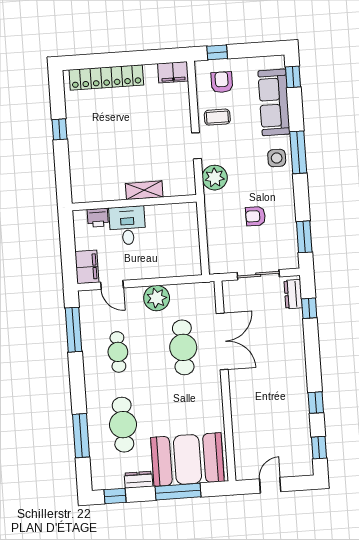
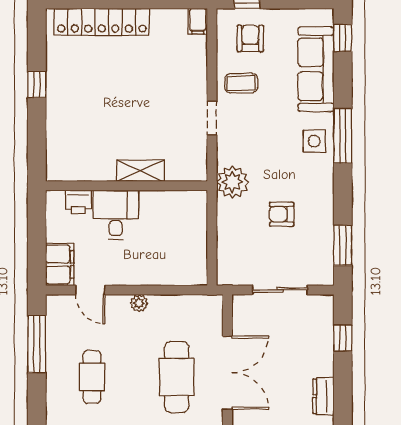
filing cabinet: (173, 72) -> (198, 21), width x0.50
plant: (215, 178) -> (232, 182), moved
dresser: (293, 294) -> (323, 396), moved
plant: (157, 298) -> (139, 303), width x0.53, depth x0.53

